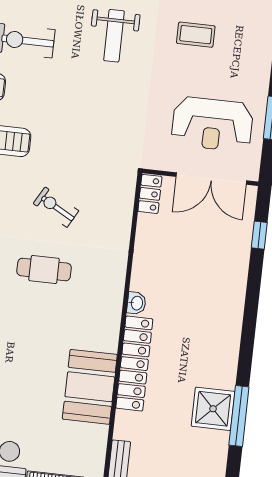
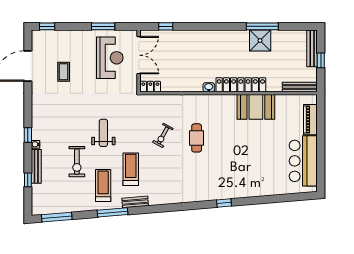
weight bench: (114, 36) -> (103, 133), moved, turned -90

